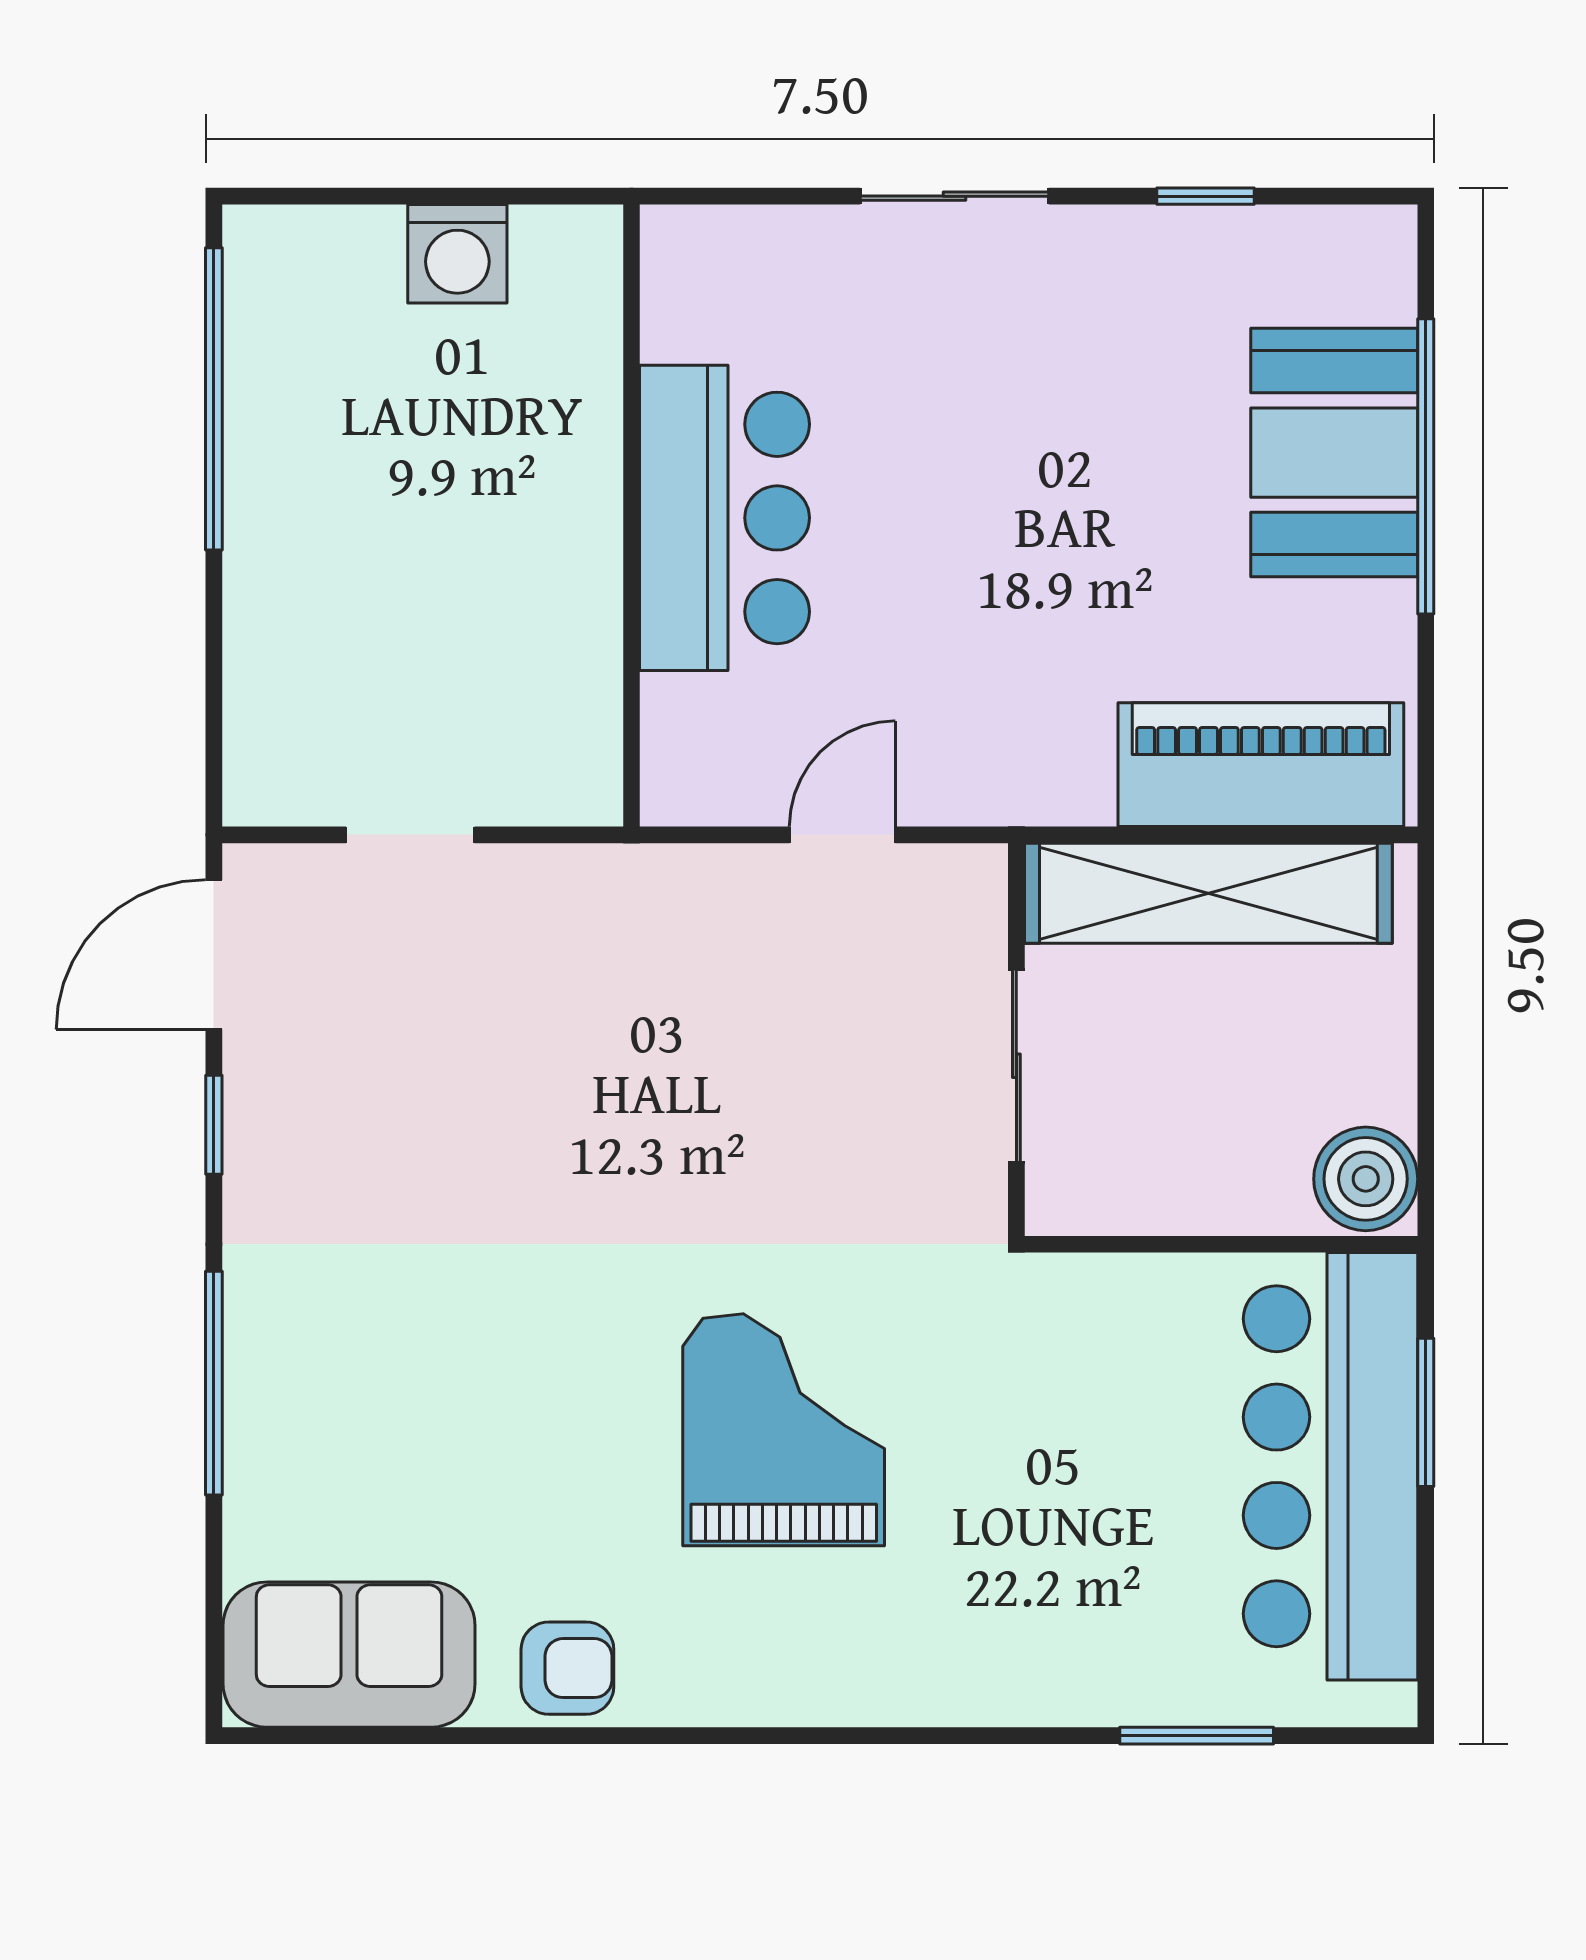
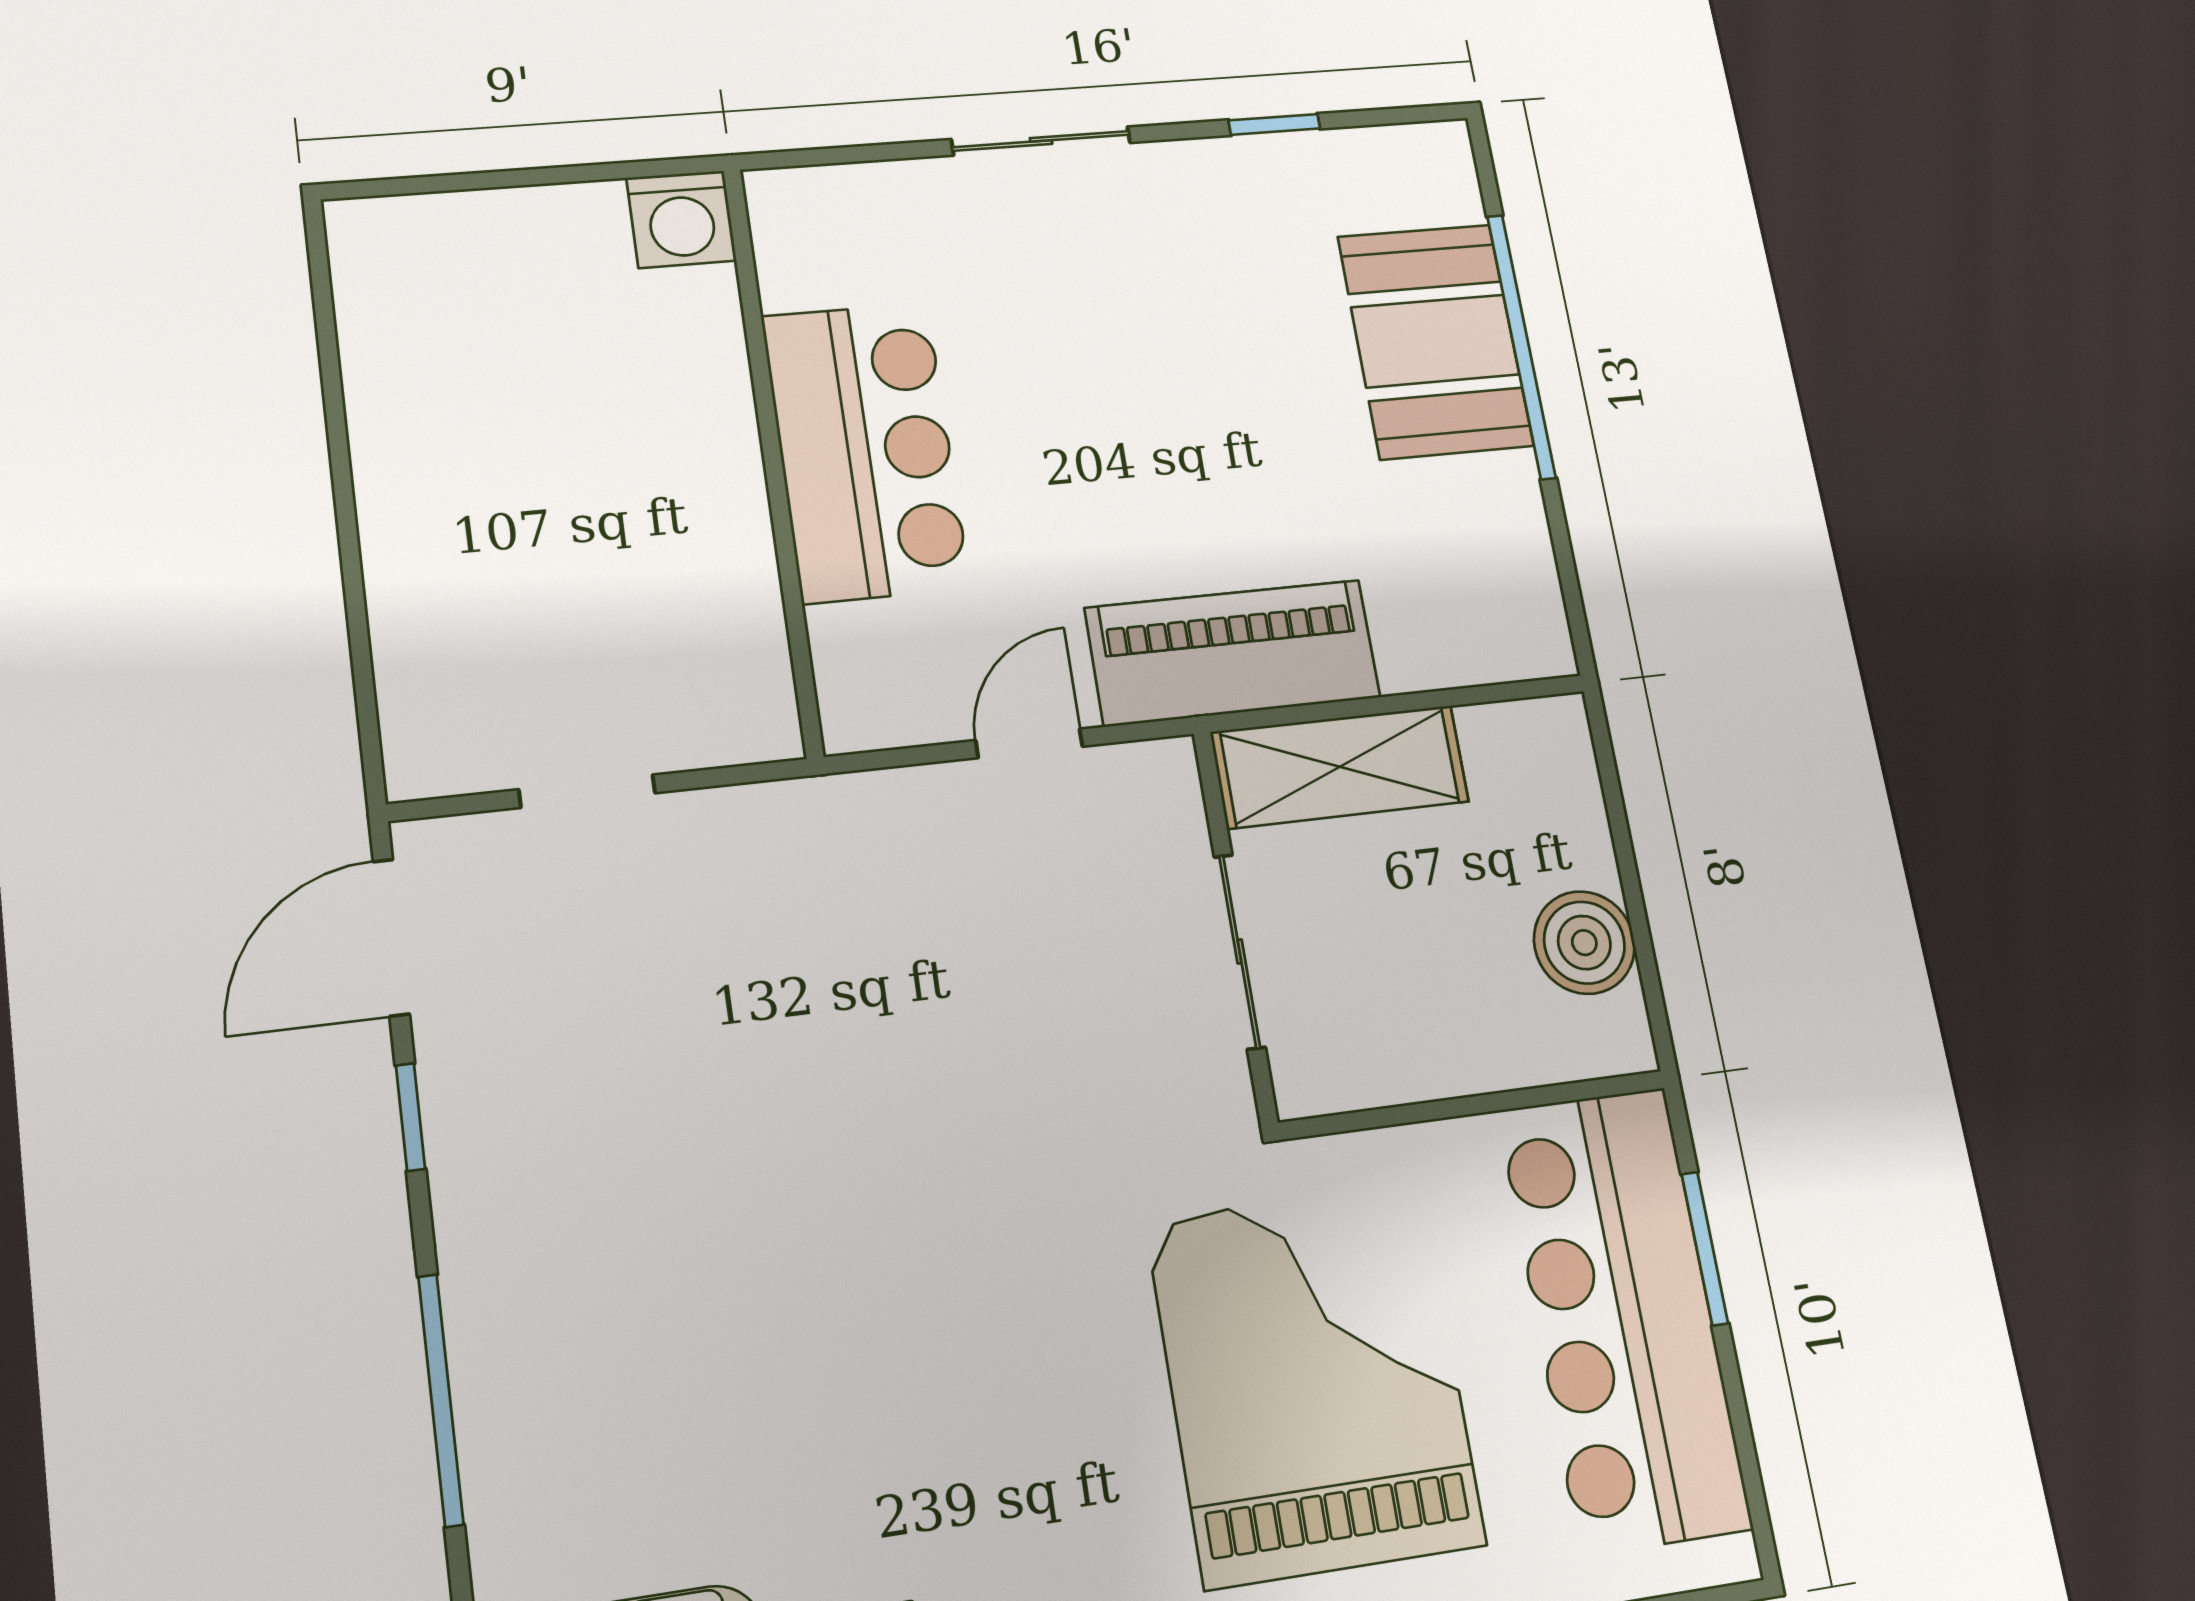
washing machine: (457, 254) -> (681, 219), moved
window: (214, 399) -> (332, 383), removed
piano: (1261, 765) -> (1233, 653), moved
shelving: (1208, 893) -> (1340, 767), width x0.68
boiler: (1366, 1179) -> (1584, 943), moved
grand piano: (784, 1430) -> (1315, 1382), moved, width x1.37, depth x1.48

